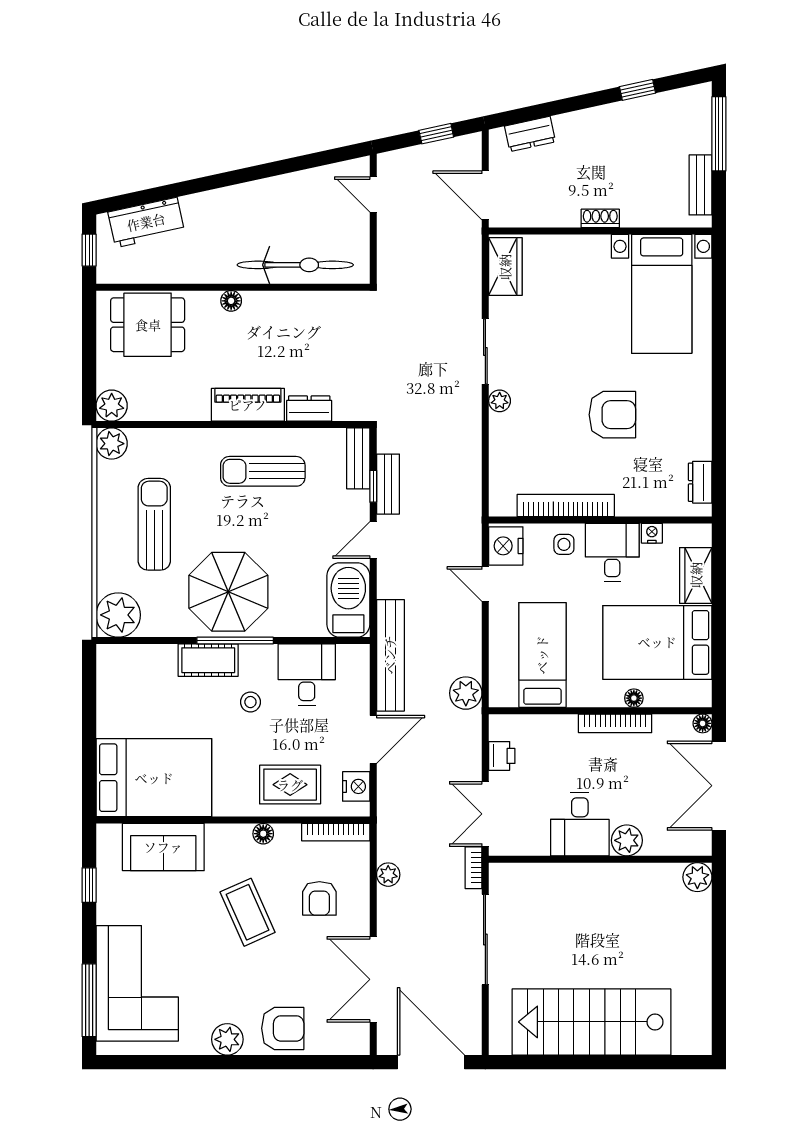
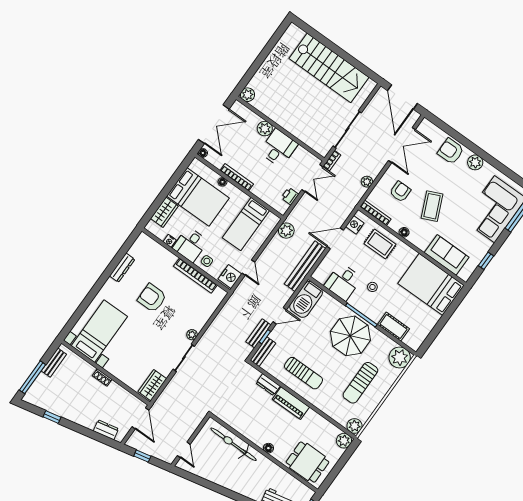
dresser: (700, 482) -> (122, 268), moved, width x1.44
cot: (208, 660) -> (393, 327), moved

